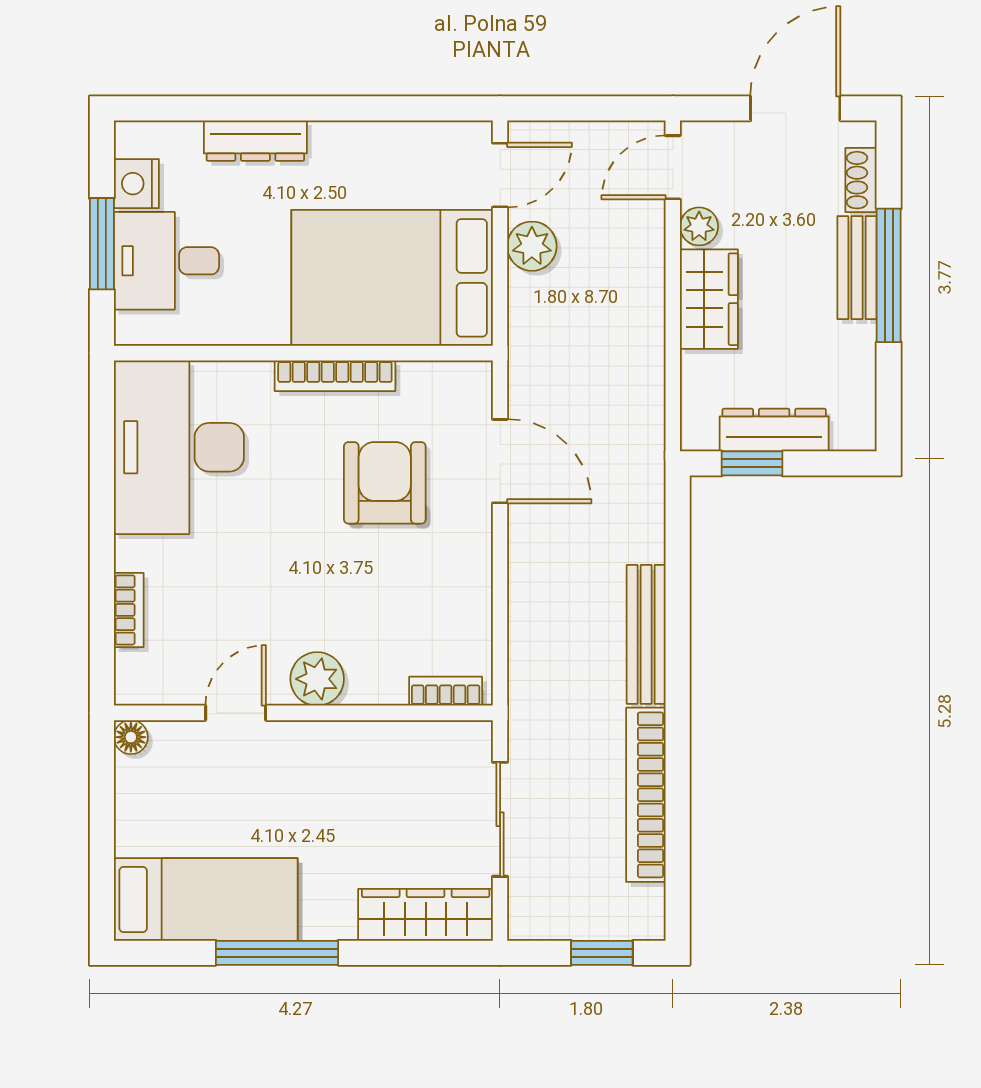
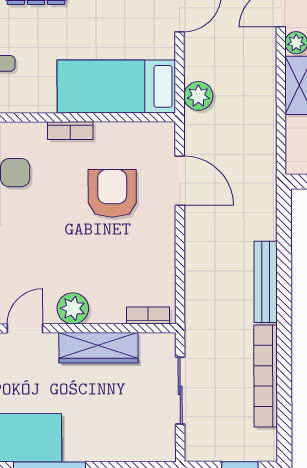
plant: (532, 246) -> (198, 96), moved
bed: (392, 278) -> (116, 86), width x0.67
bookcase: (335, 376) -> (70, 131), width x0.64
wardrobe: (426, 915) -> (98, 348), moved, turned 180

